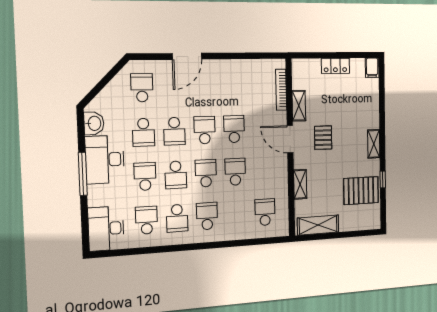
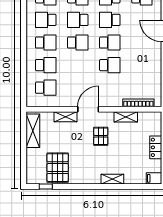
pallet: (323, 138) -> (101, 136), turned 90
door: (290, 139) -> (88, 109), moved
shelving: (374, 144) -> (112, 179), moved
school desk: (235, 172) -> (46, 65), moved
window: (383, 180) -> (46, 186), moved

